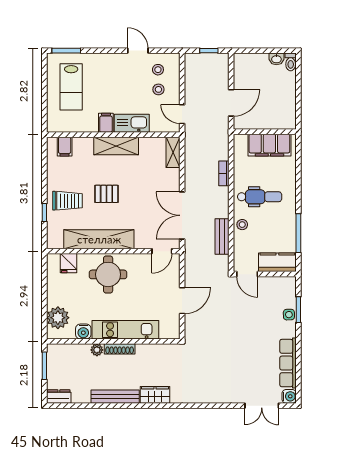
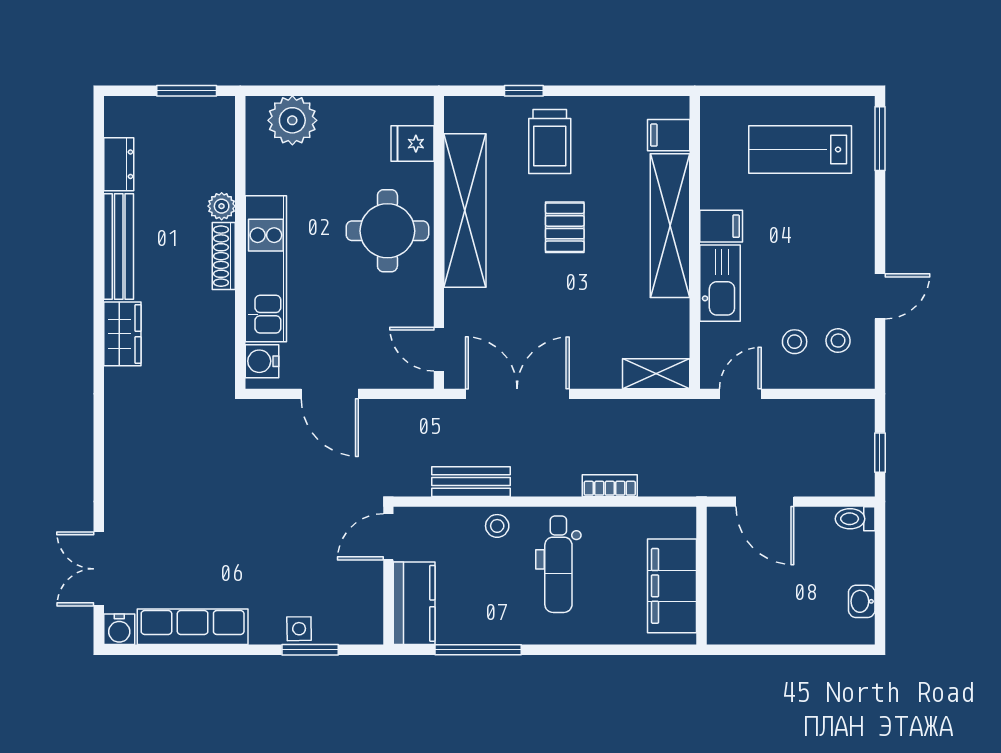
toilet: (291, 62) -> (855, 519), moved
shelving: (116, 146) -> (670, 226), width x1.47
water cooler: (83, 332) -> (262, 361), moved
dresser: (59, 397) -> (119, 164), moved

